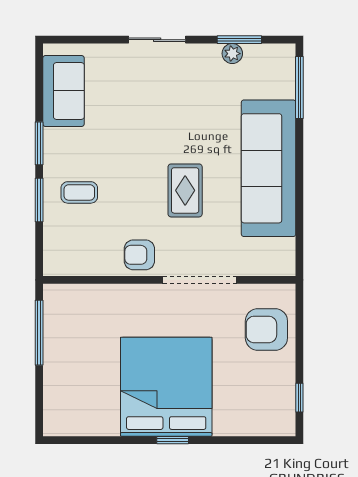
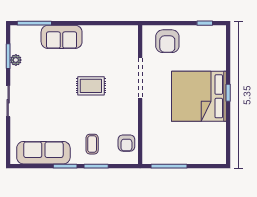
sofa: (63, 91) -> (43, 153), width x1.36
sofa: (269, 168) -> (62, 37), width x0.54, depth x0.79
armchair: (139, 255) -> (126, 143), moved

